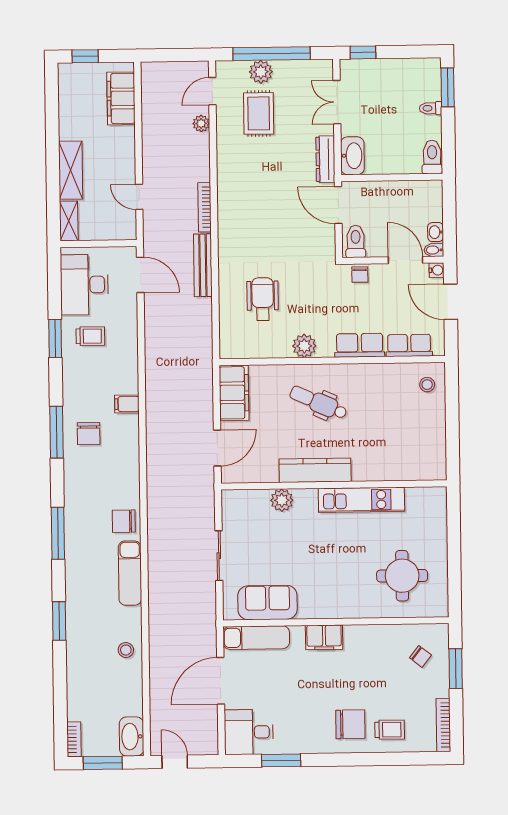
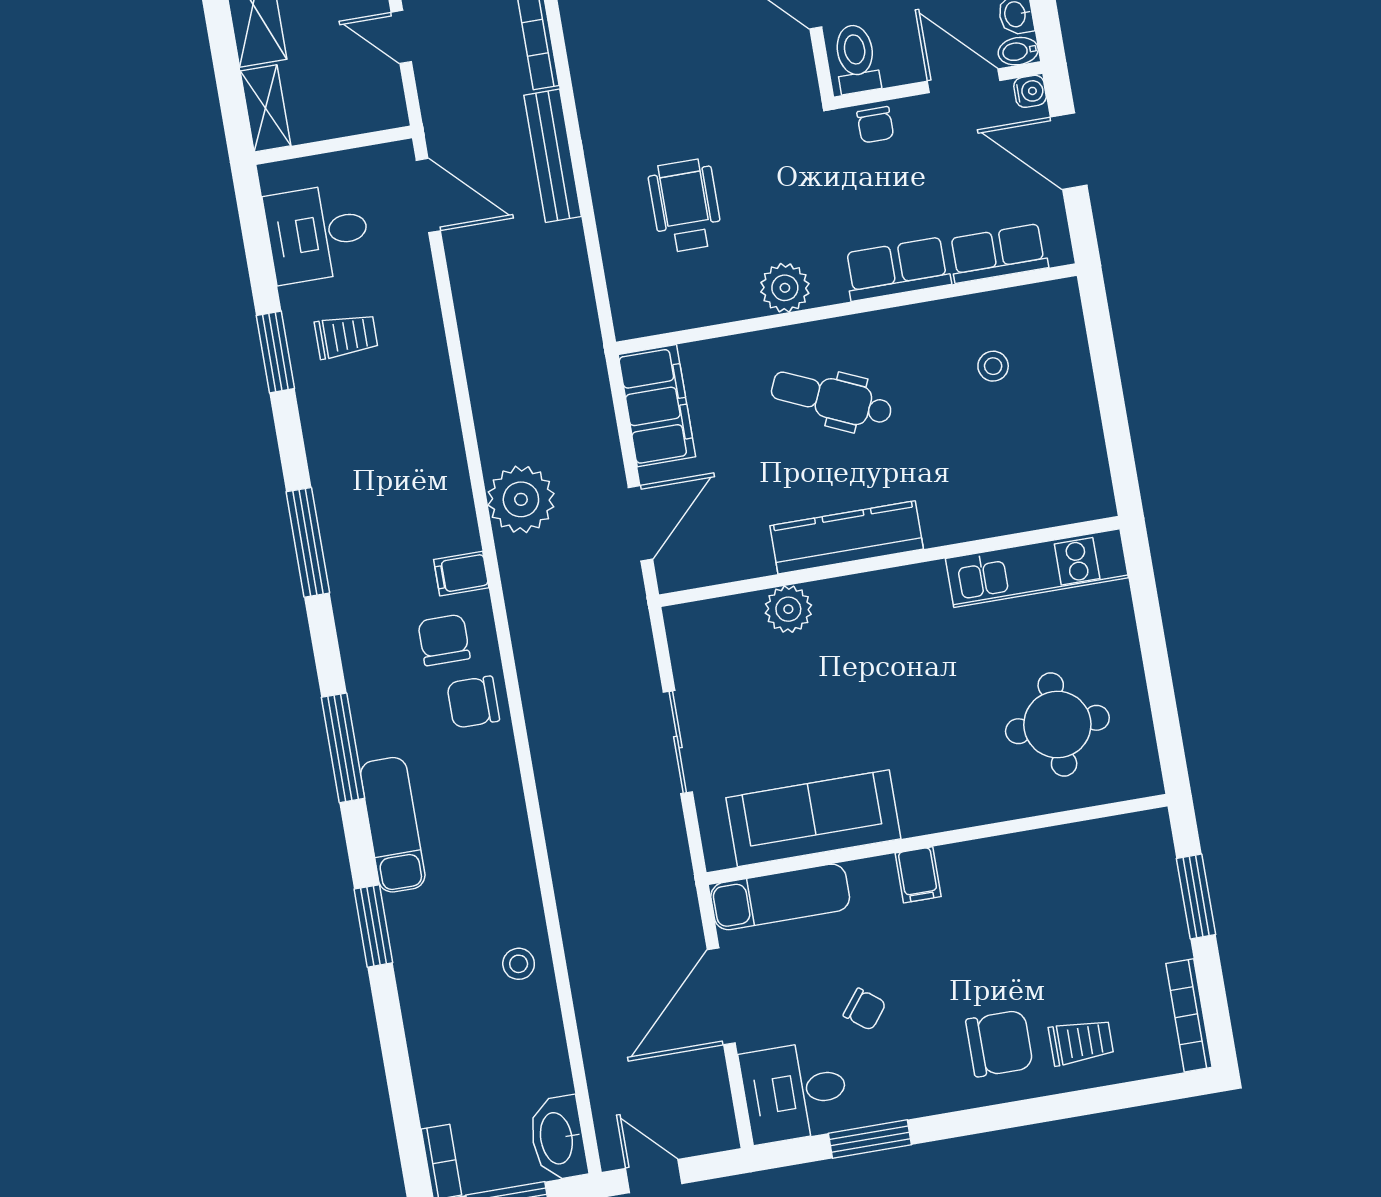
desk: (84, 285) -> (318, 233), width x0.73
stool: (427, 385) -> (993, 366), moved
filing cabinet: (127, 404) -> (461, 574), moved
plant: (162, 428) -> (521, 499), added
chair: (89, 434) -> (444, 640), moved, turned 180
kitchen unit: (361, 500) -> (1037, 568), moved
exam couch: (130, 573) -> (393, 825), moved, turned 180
sofa: (267, 603) -> (813, 818), width x1.36
filing cabinet: (324, 637) -> (918, 875), width x0.50
chair: (420, 656) -> (865, 1009), moved

